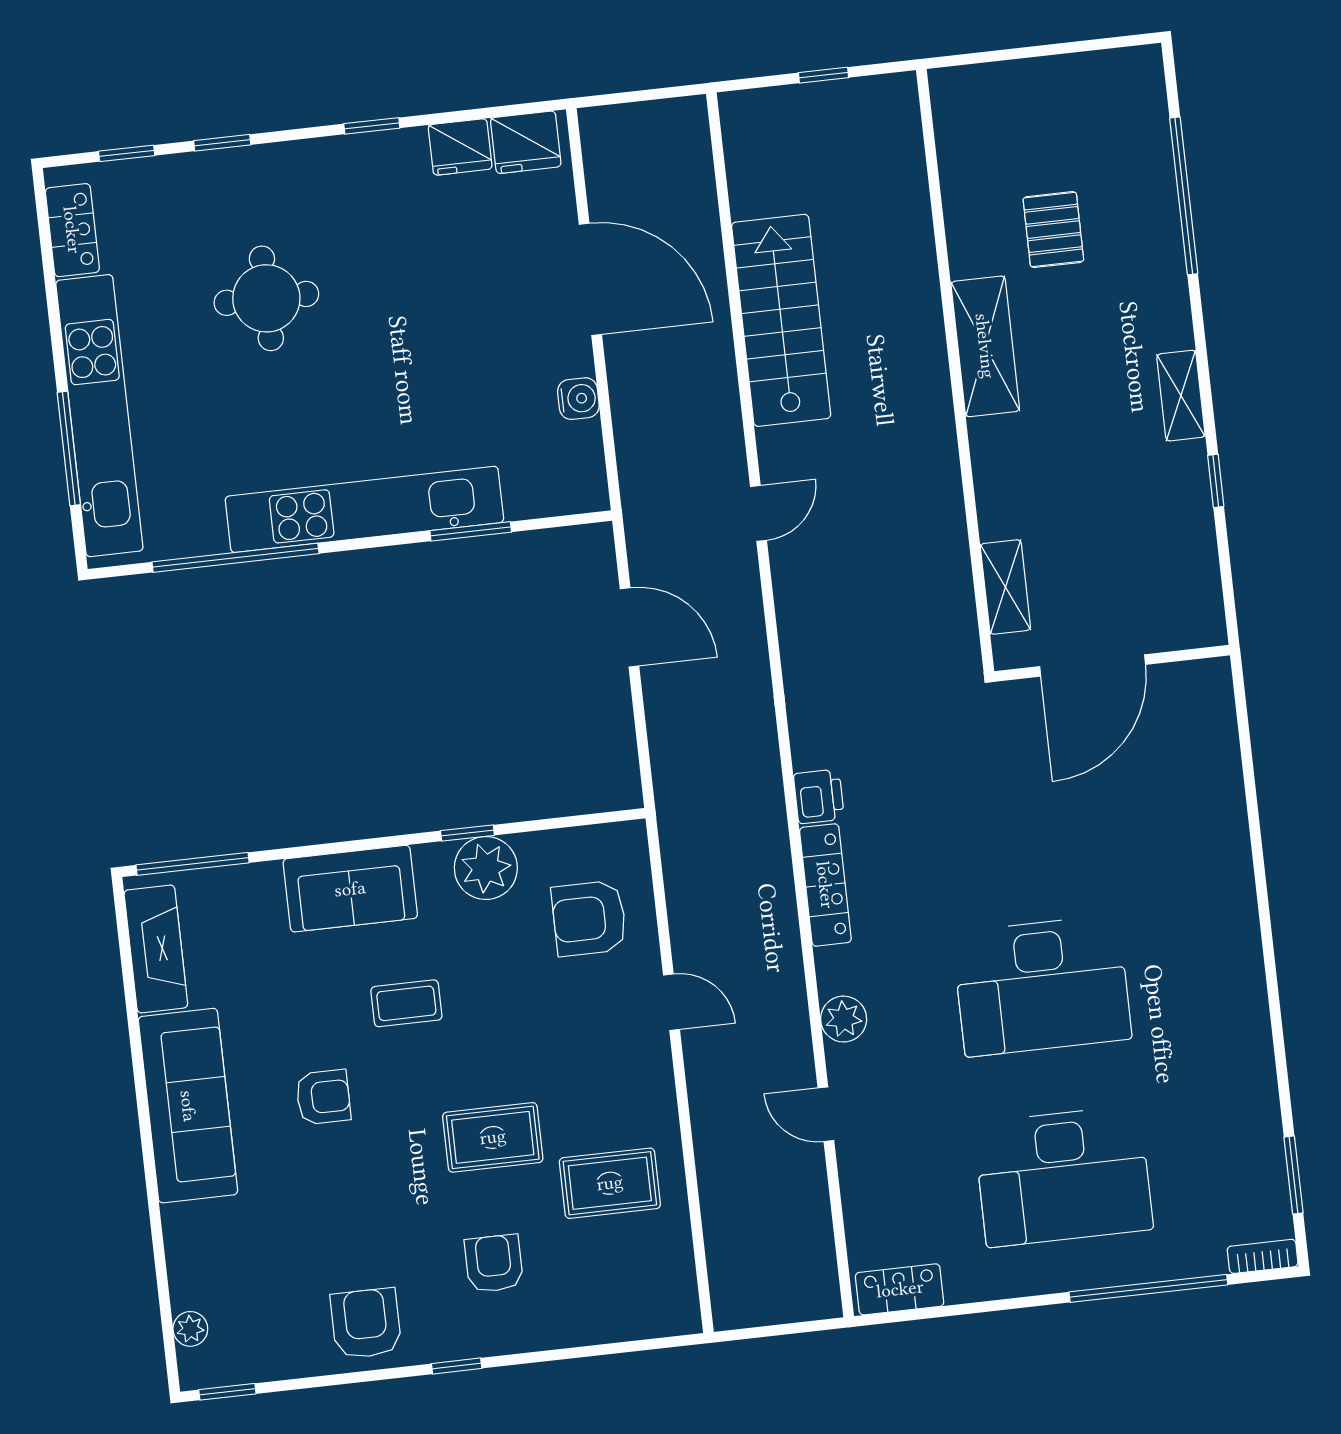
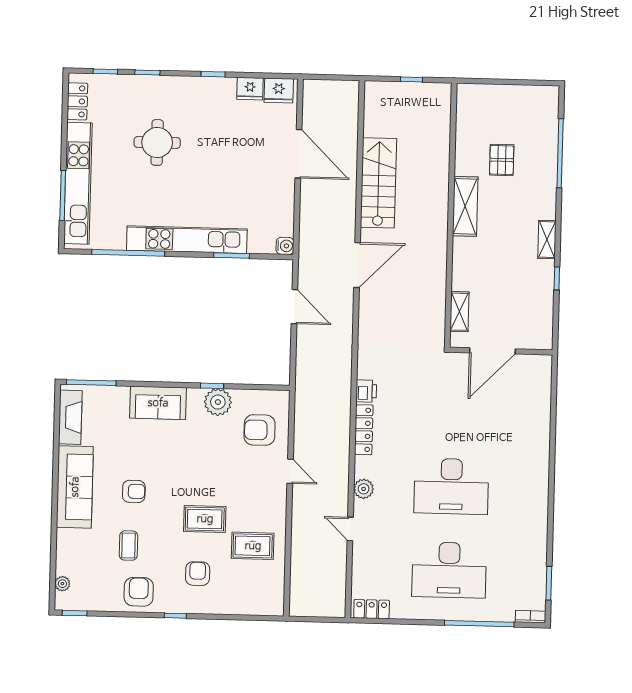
water cooler: (578, 399) -> (285, 246), moved
door: (758, 513) -> (357, 265), width x1.87
coffee table: (406, 1003) -> (128, 546), moved, turned 90

